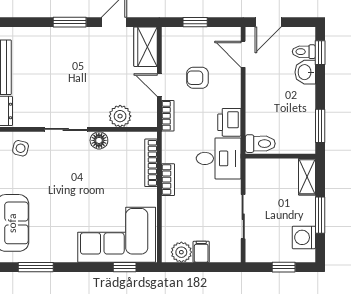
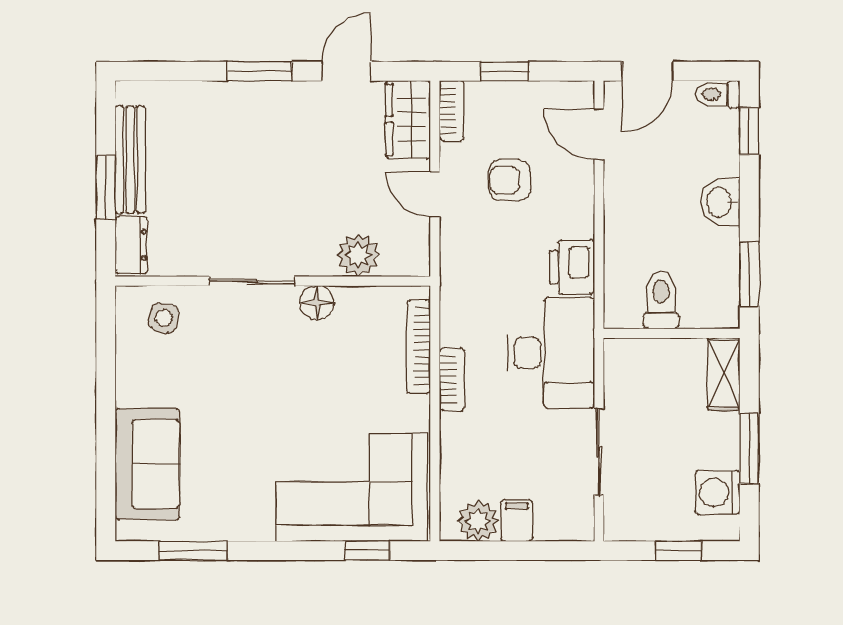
toilet: (304, 52) -> (718, 94), moved
washbasin: (305, 72) -> (720, 202), moved
bookcase: (168, 116) -> (451, 111), moved
toilet: (260, 144) -> (661, 300), moved, turned -90
desk: (219, 158) -> (551, 353), width x1.37

